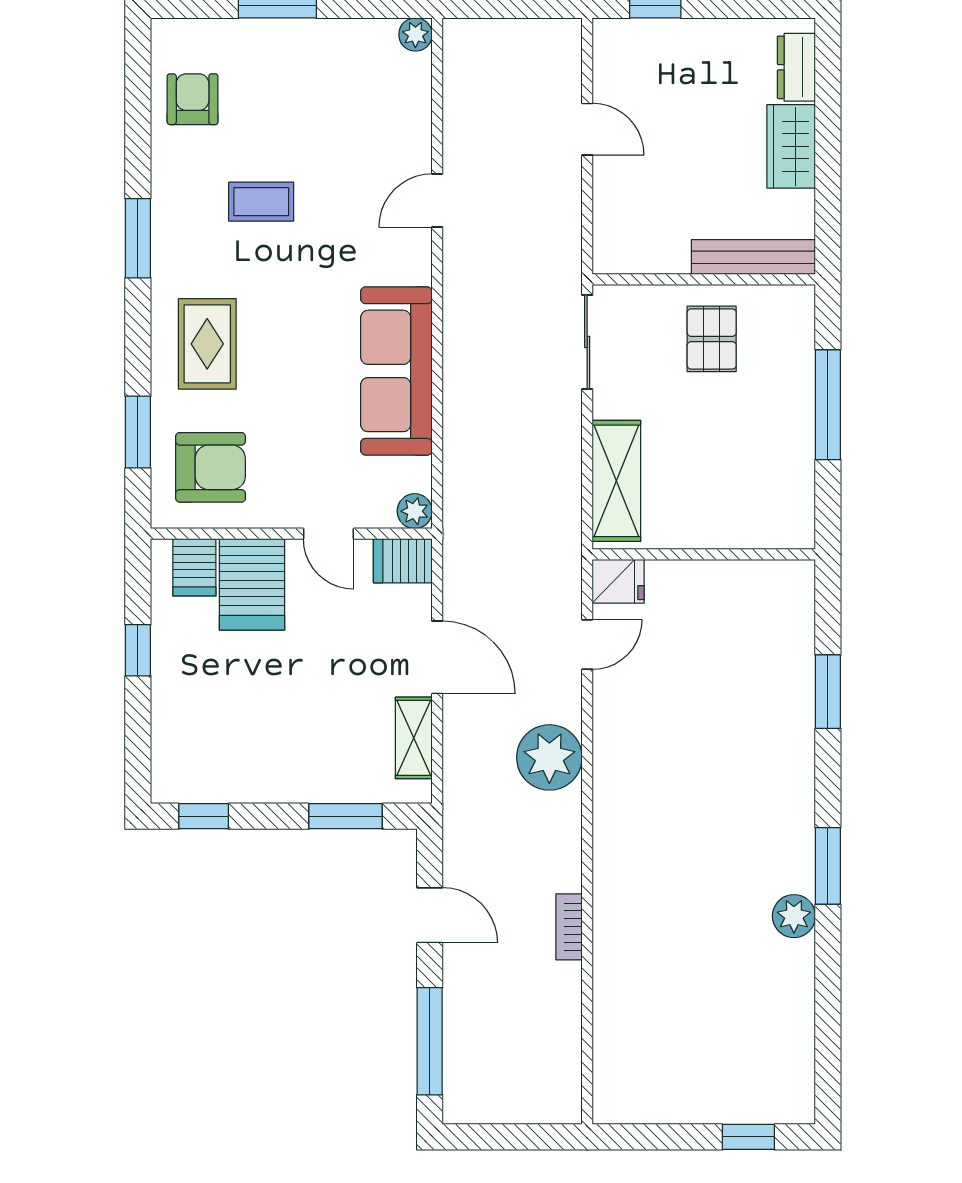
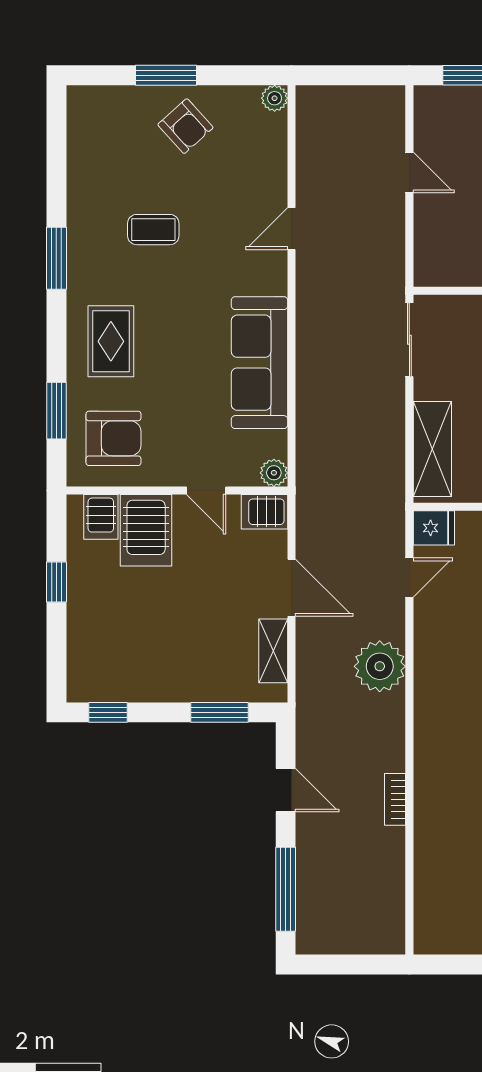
armchair: (193, 99) -> (185, 126), moved, turned 138

